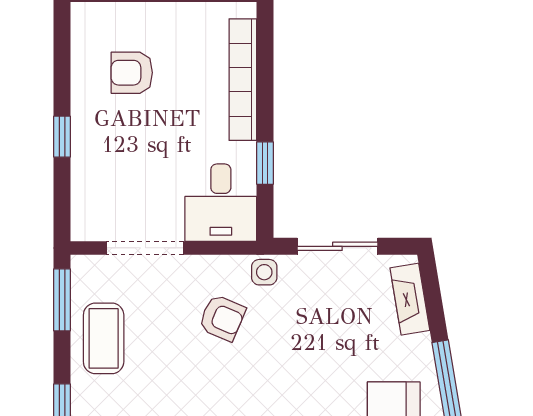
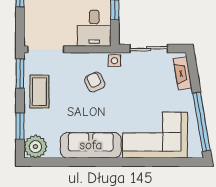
doorway: (145, 248) -> (46, 49), moved
armchair: (222, 318) -> (95, 82), turned -138

